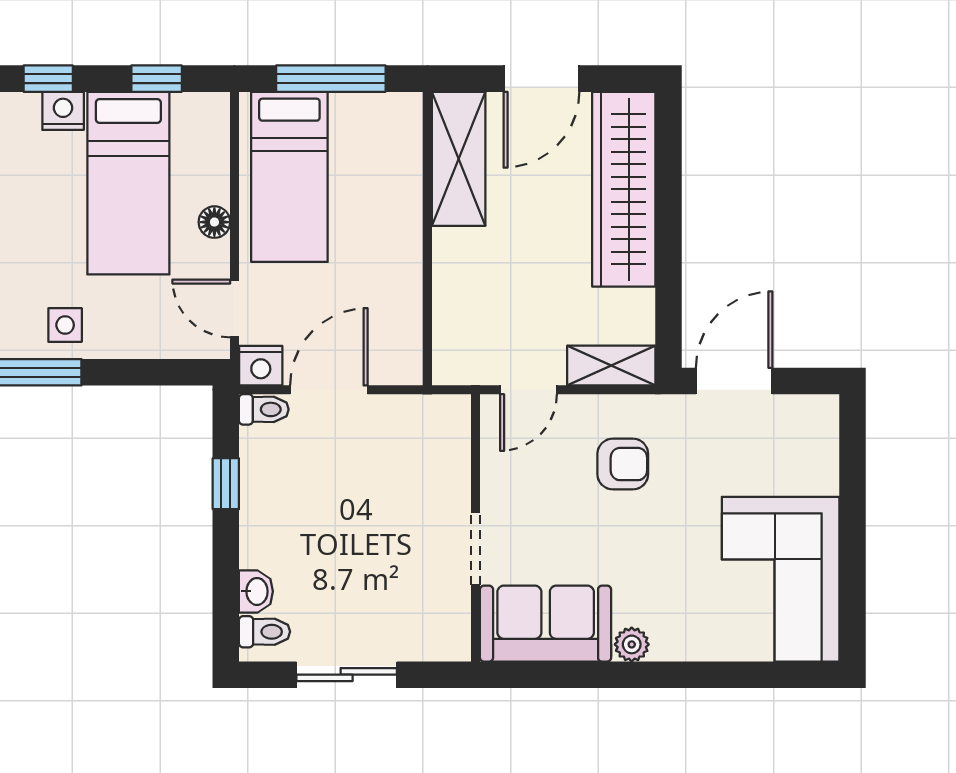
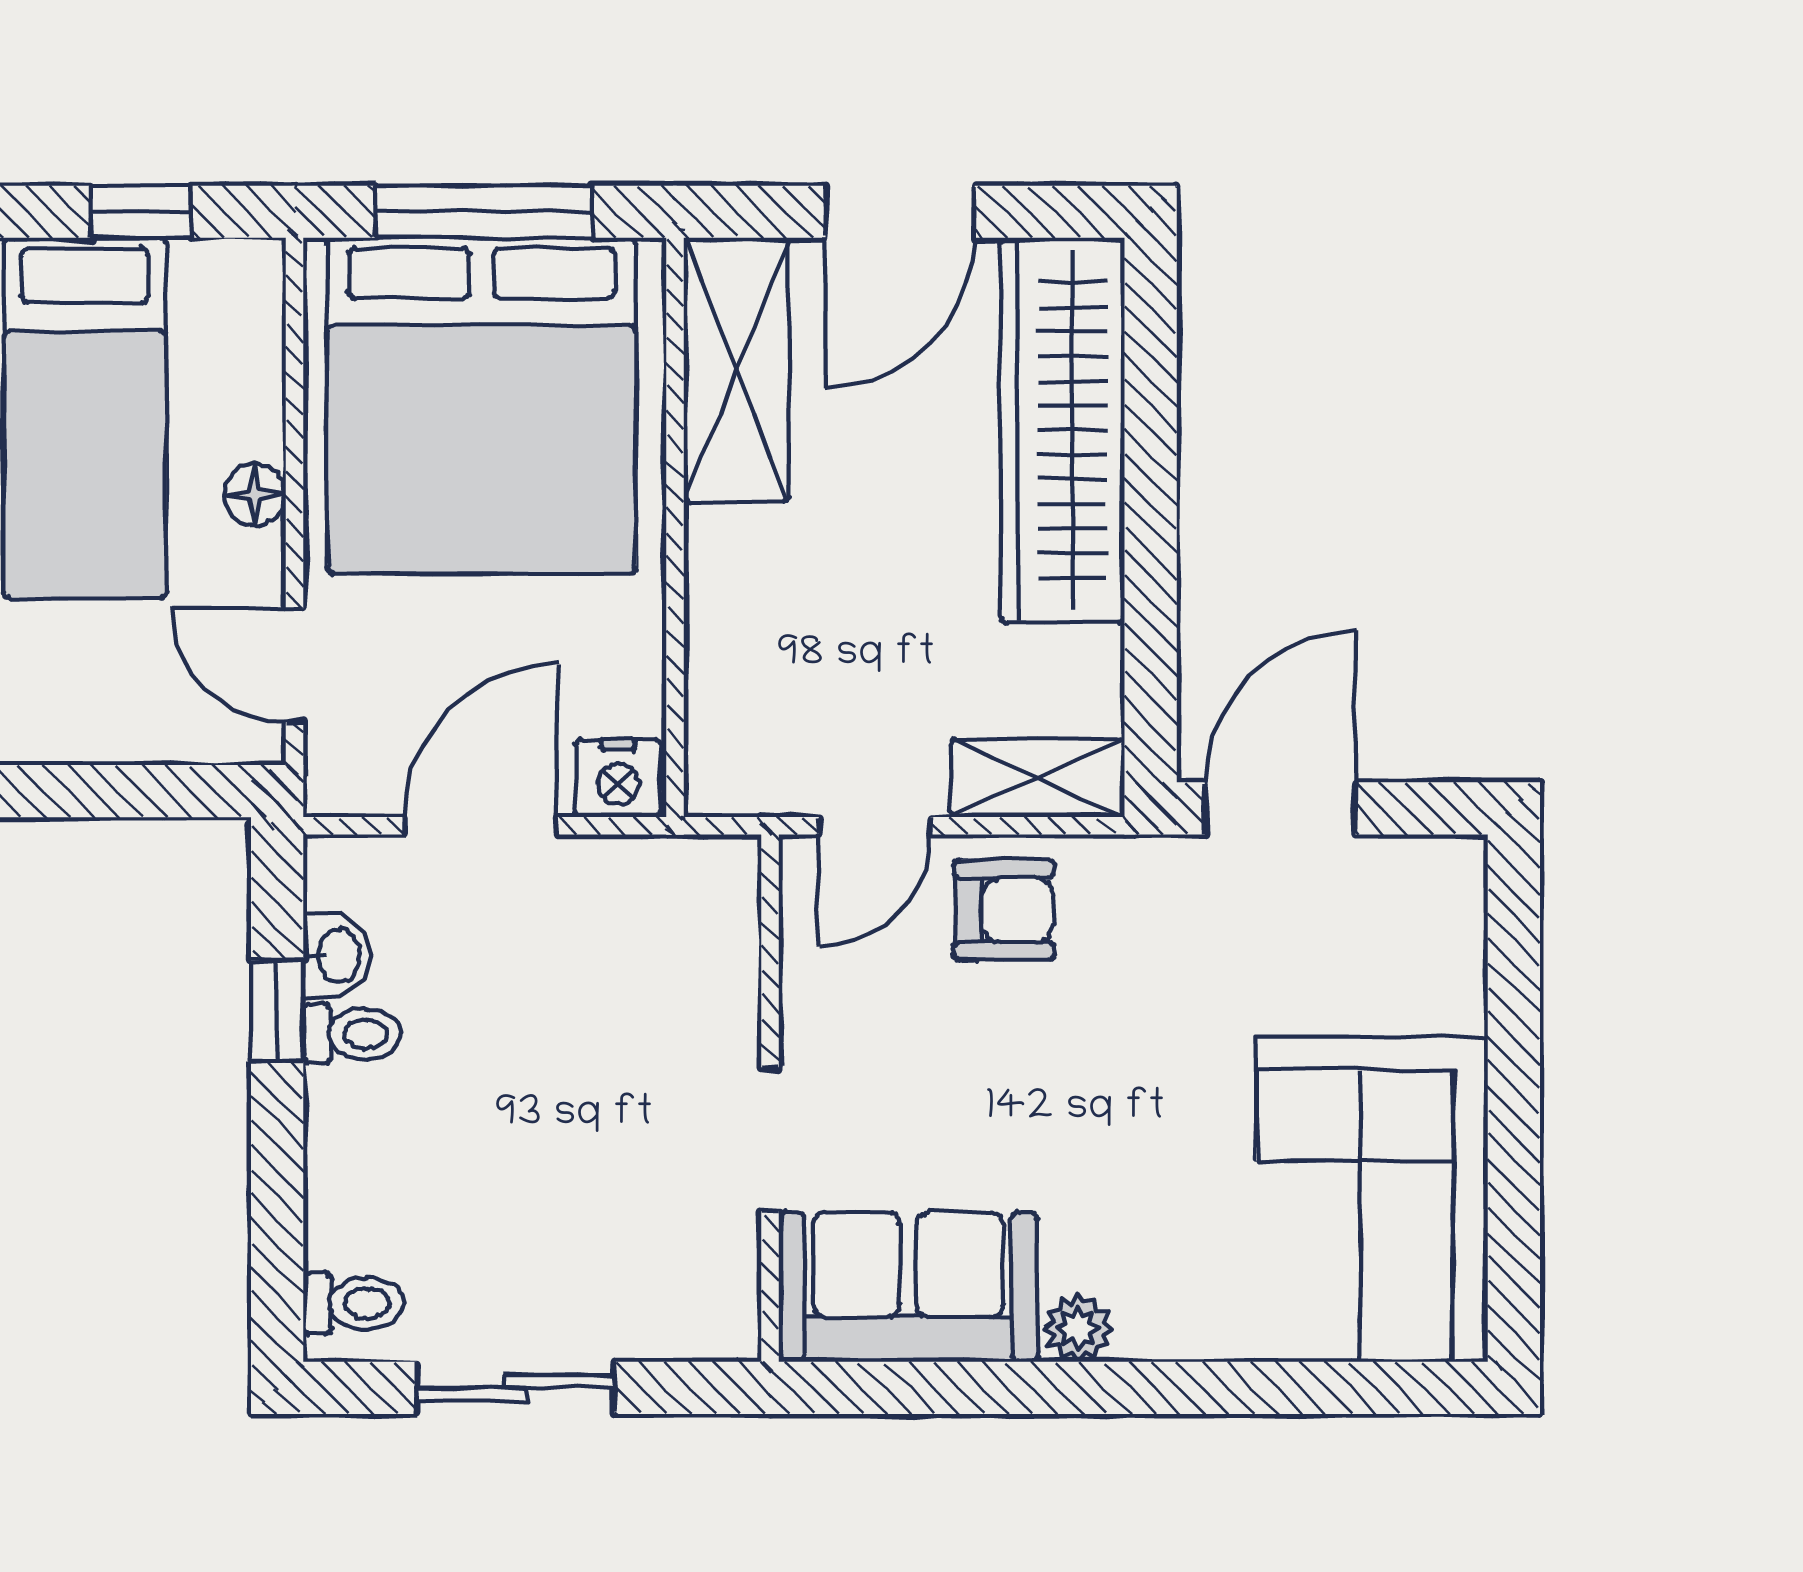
bed: (289, 177) -> (482, 405), width x2.04
nightstand: (261, 366) -> (618, 778), moved
toilet: (264, 409) -> (352, 1034), moved
armchair: (623, 464) -> (1004, 910), moved
washbasin: (256, 591) -> (337, 955), moved

